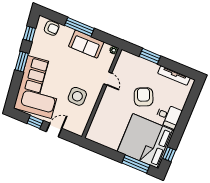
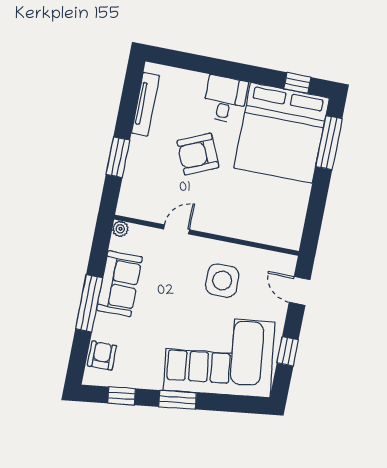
door: (54, 130) -> (300, 291), moved

